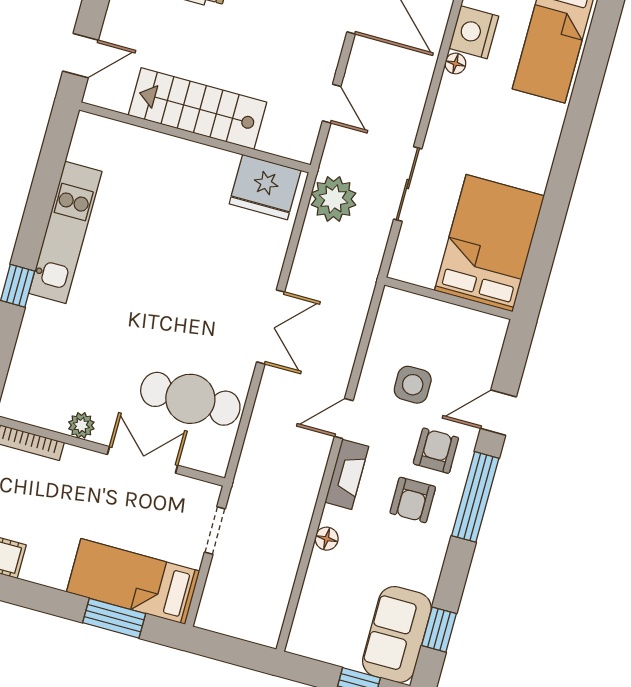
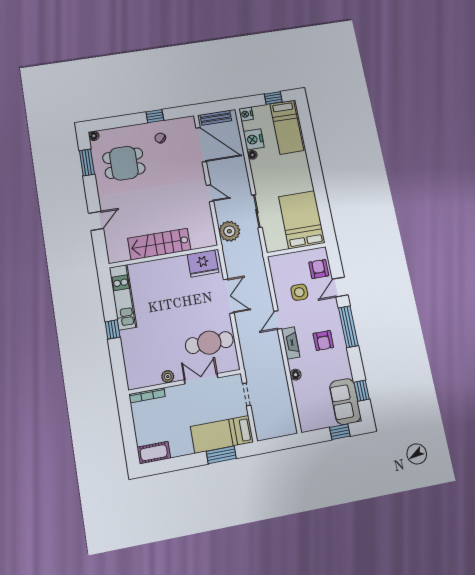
stairs: (197, 109) -> (159, 244), moved
wall: (195, 137) -> (164, 256), moved
fridge: (265, 187) -> (203, 263), moved
armchair: (436, 451) -> (319, 269), moved

